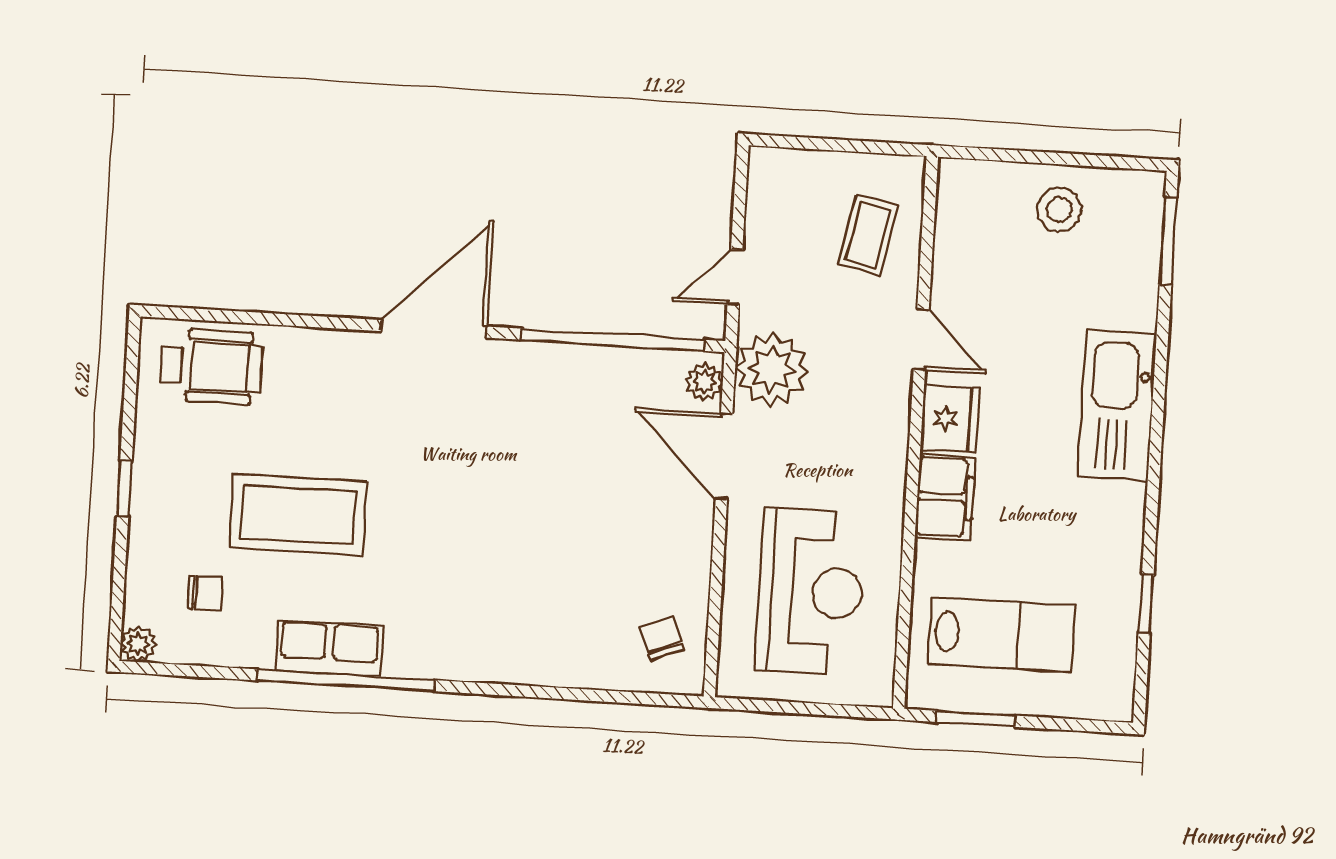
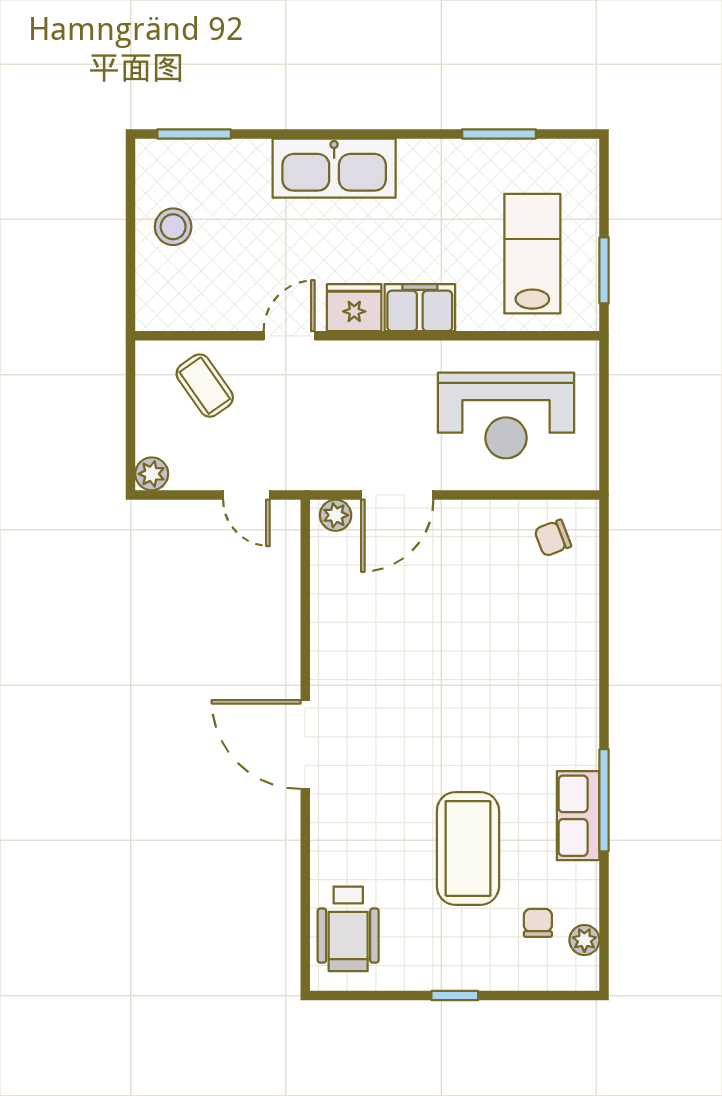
coffee table: (868, 235) -> (205, 386), turned 43
window: (613, 340) -> (305, 594), removed
wheelchair: (211, 367) -> (348, 929), turned 180
plant: (772, 369) -> (152, 474), moved, width x0.53, depth x0.53
reception desk: (810, 592) -> (506, 416), turned 180
window: (1146, 604) -> (499, 134), width x1.50
plant: (138, 644) -> (584, 940), moved
window: (346, 680) -> (604, 800), width x0.68

